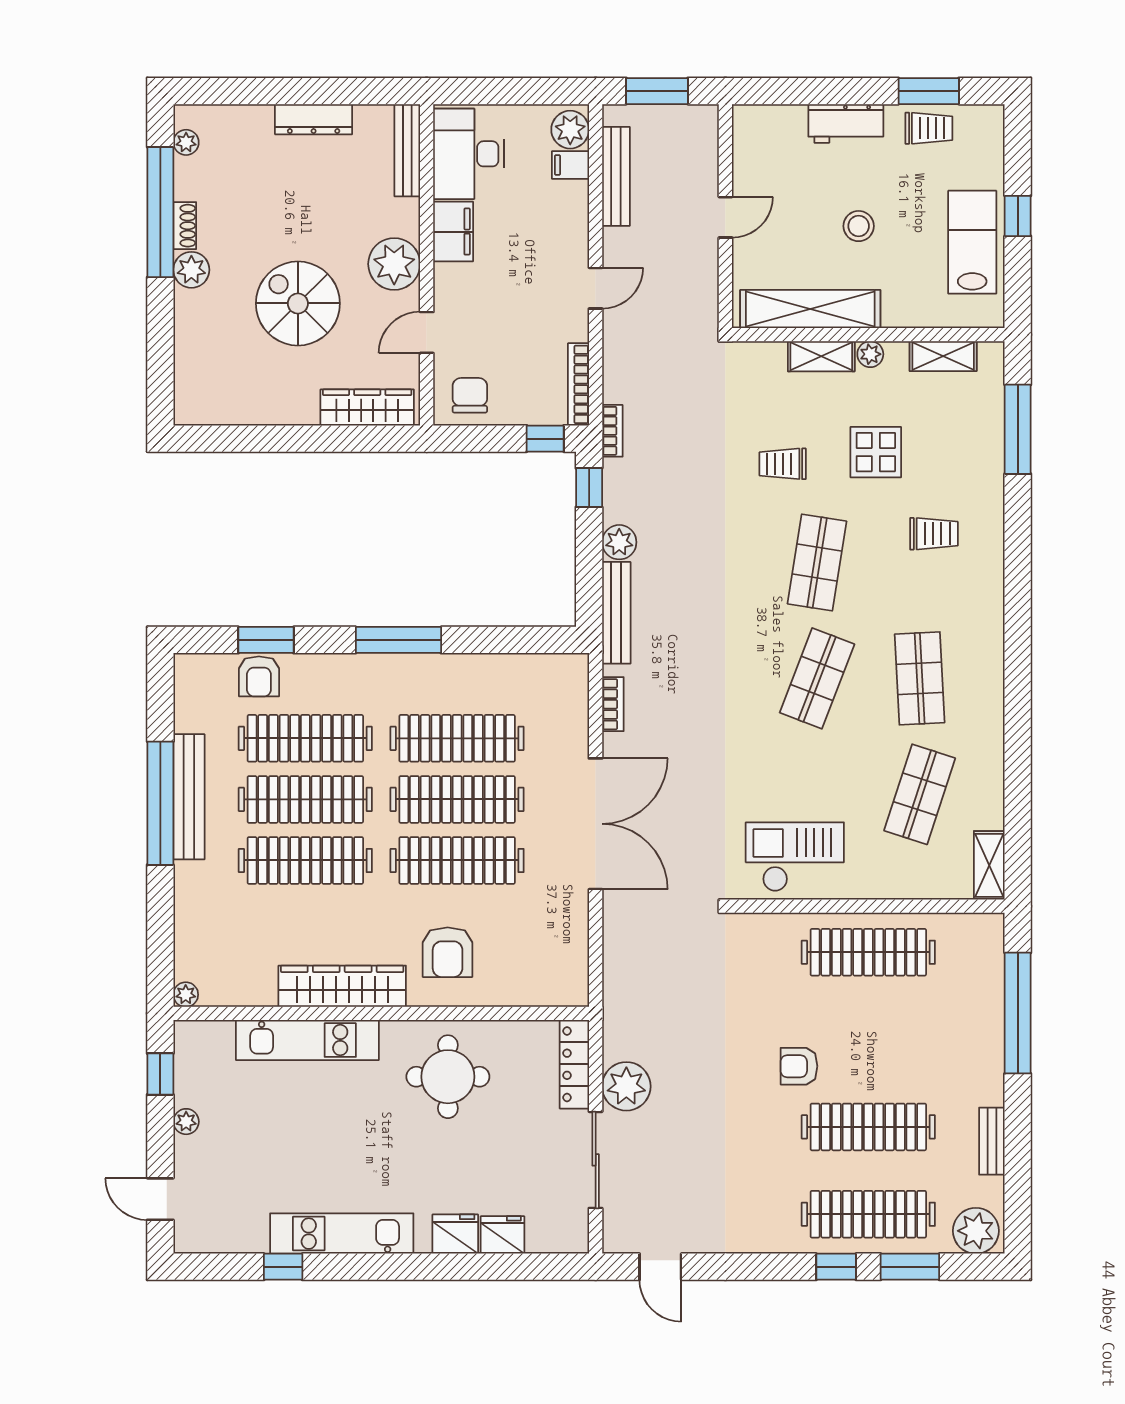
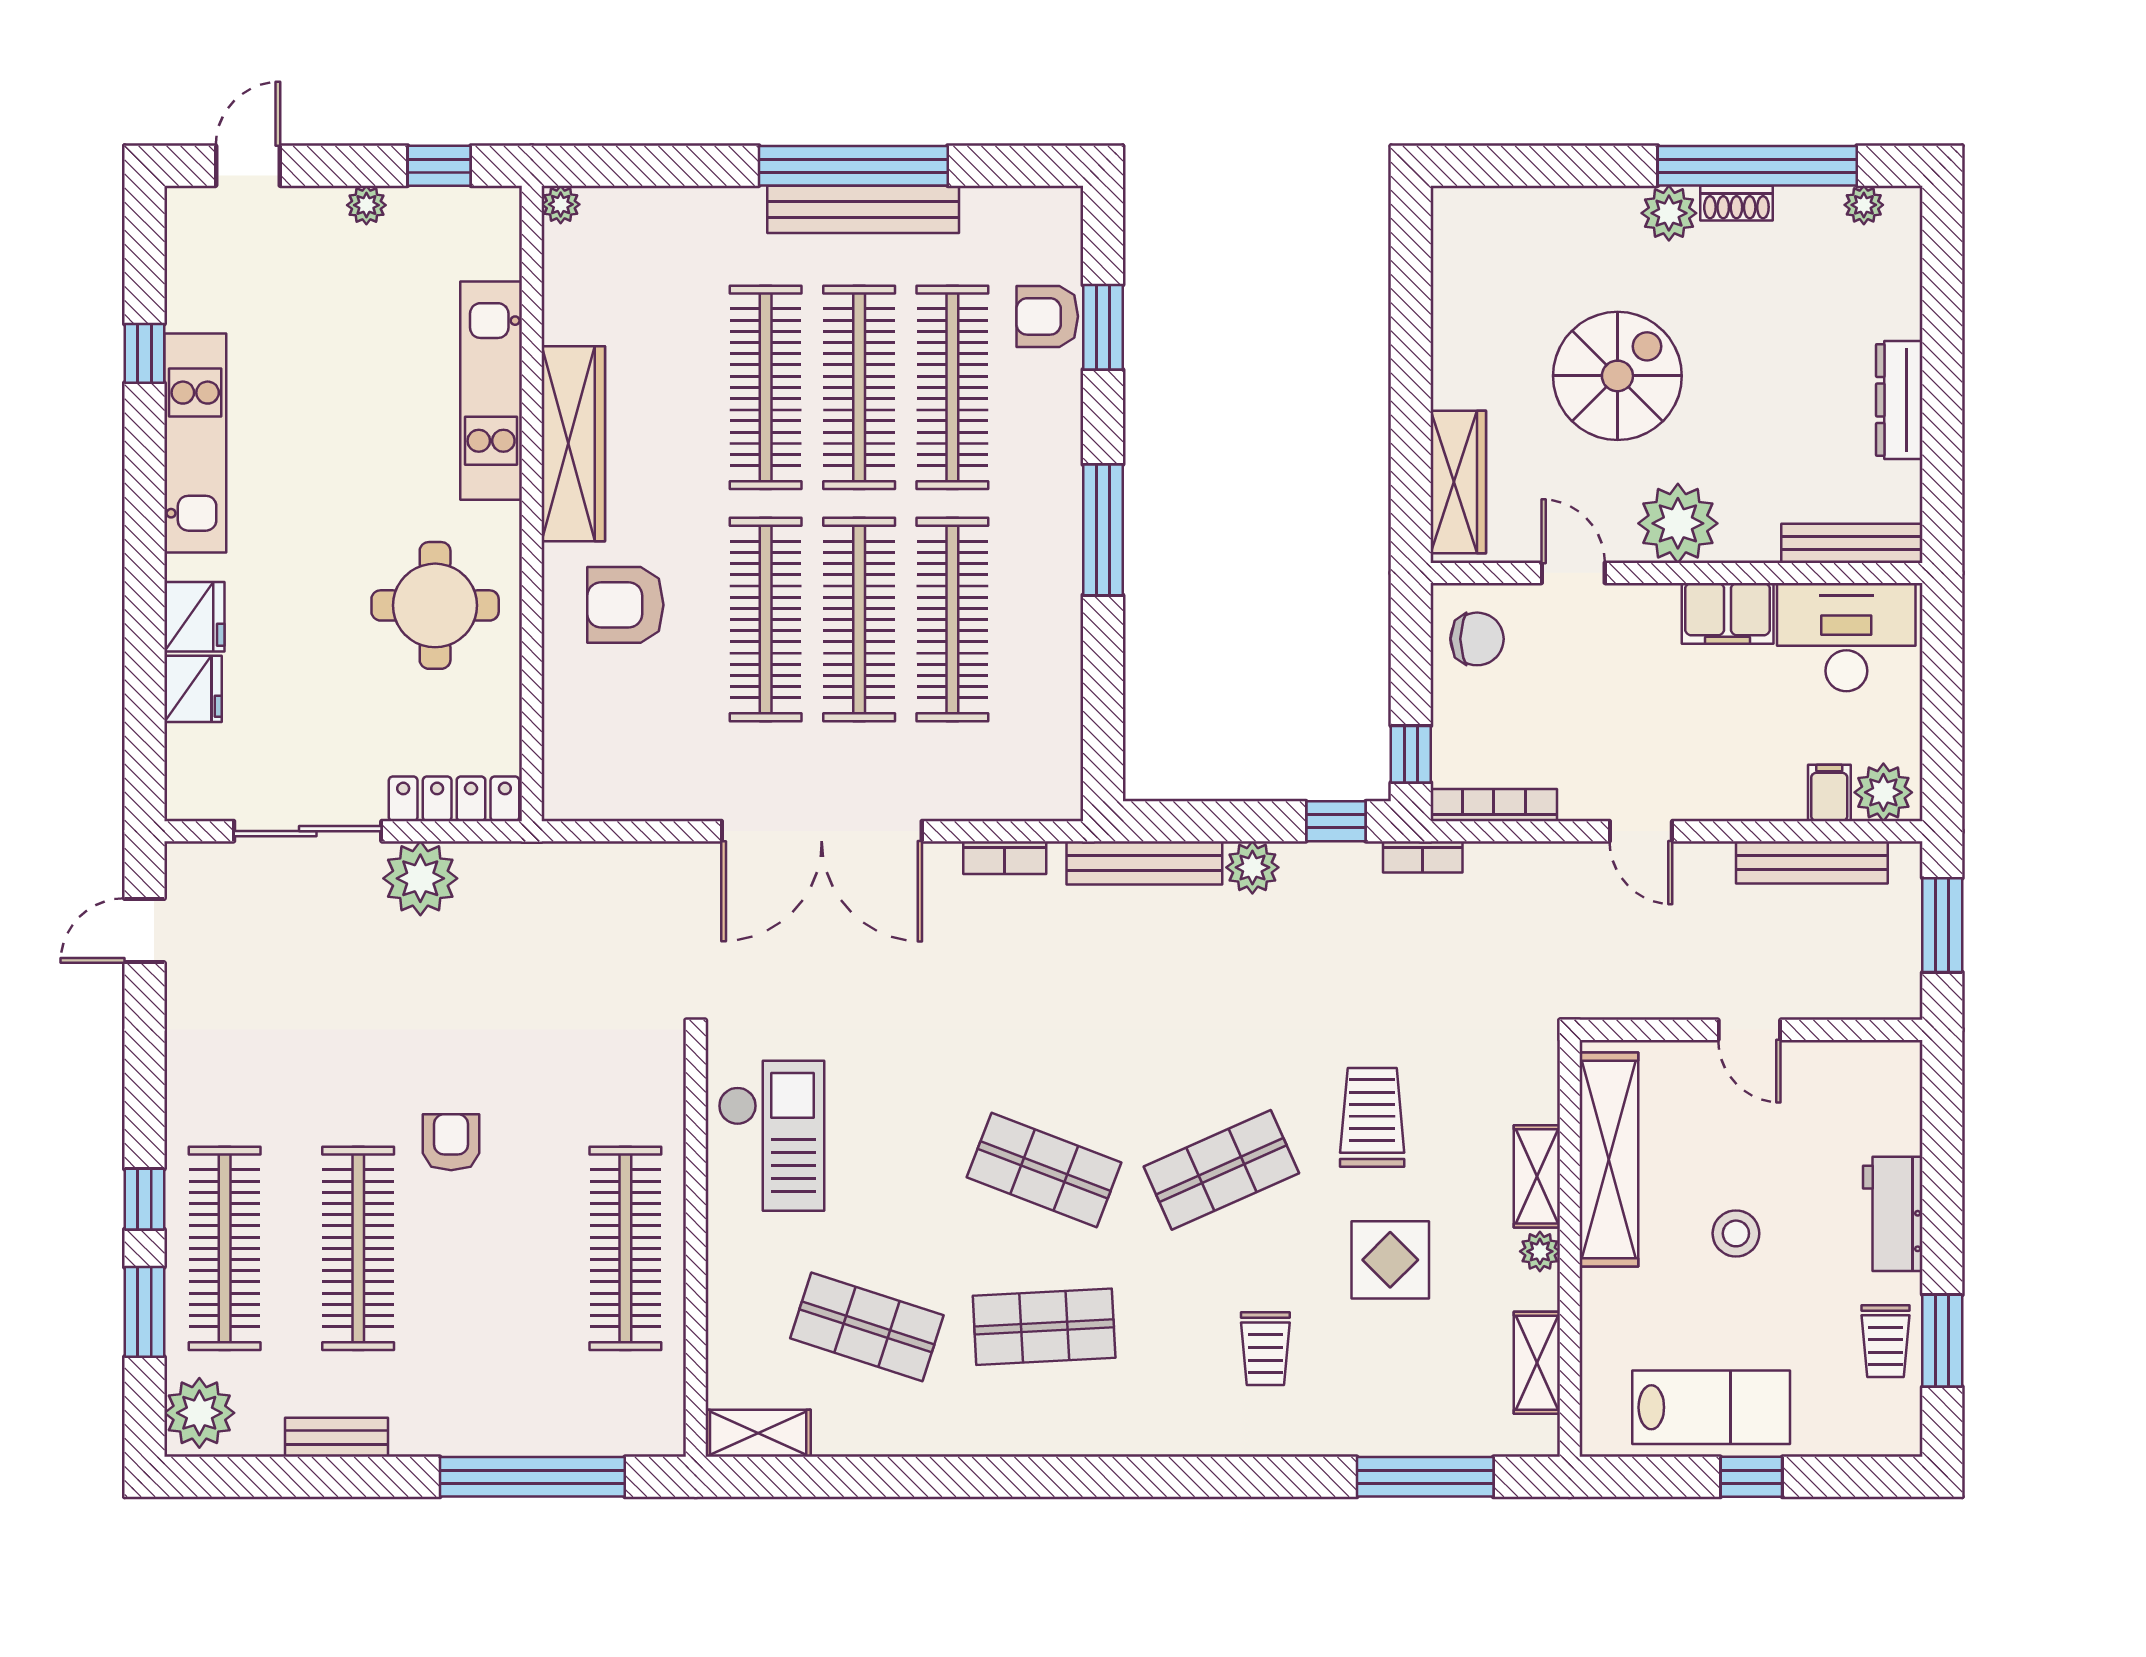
trolley: (783, 464) -> (1372, 1117), width x1.36, depth x1.39
shop shelf: (817, 563) -> (1221, 1170), turned -33

